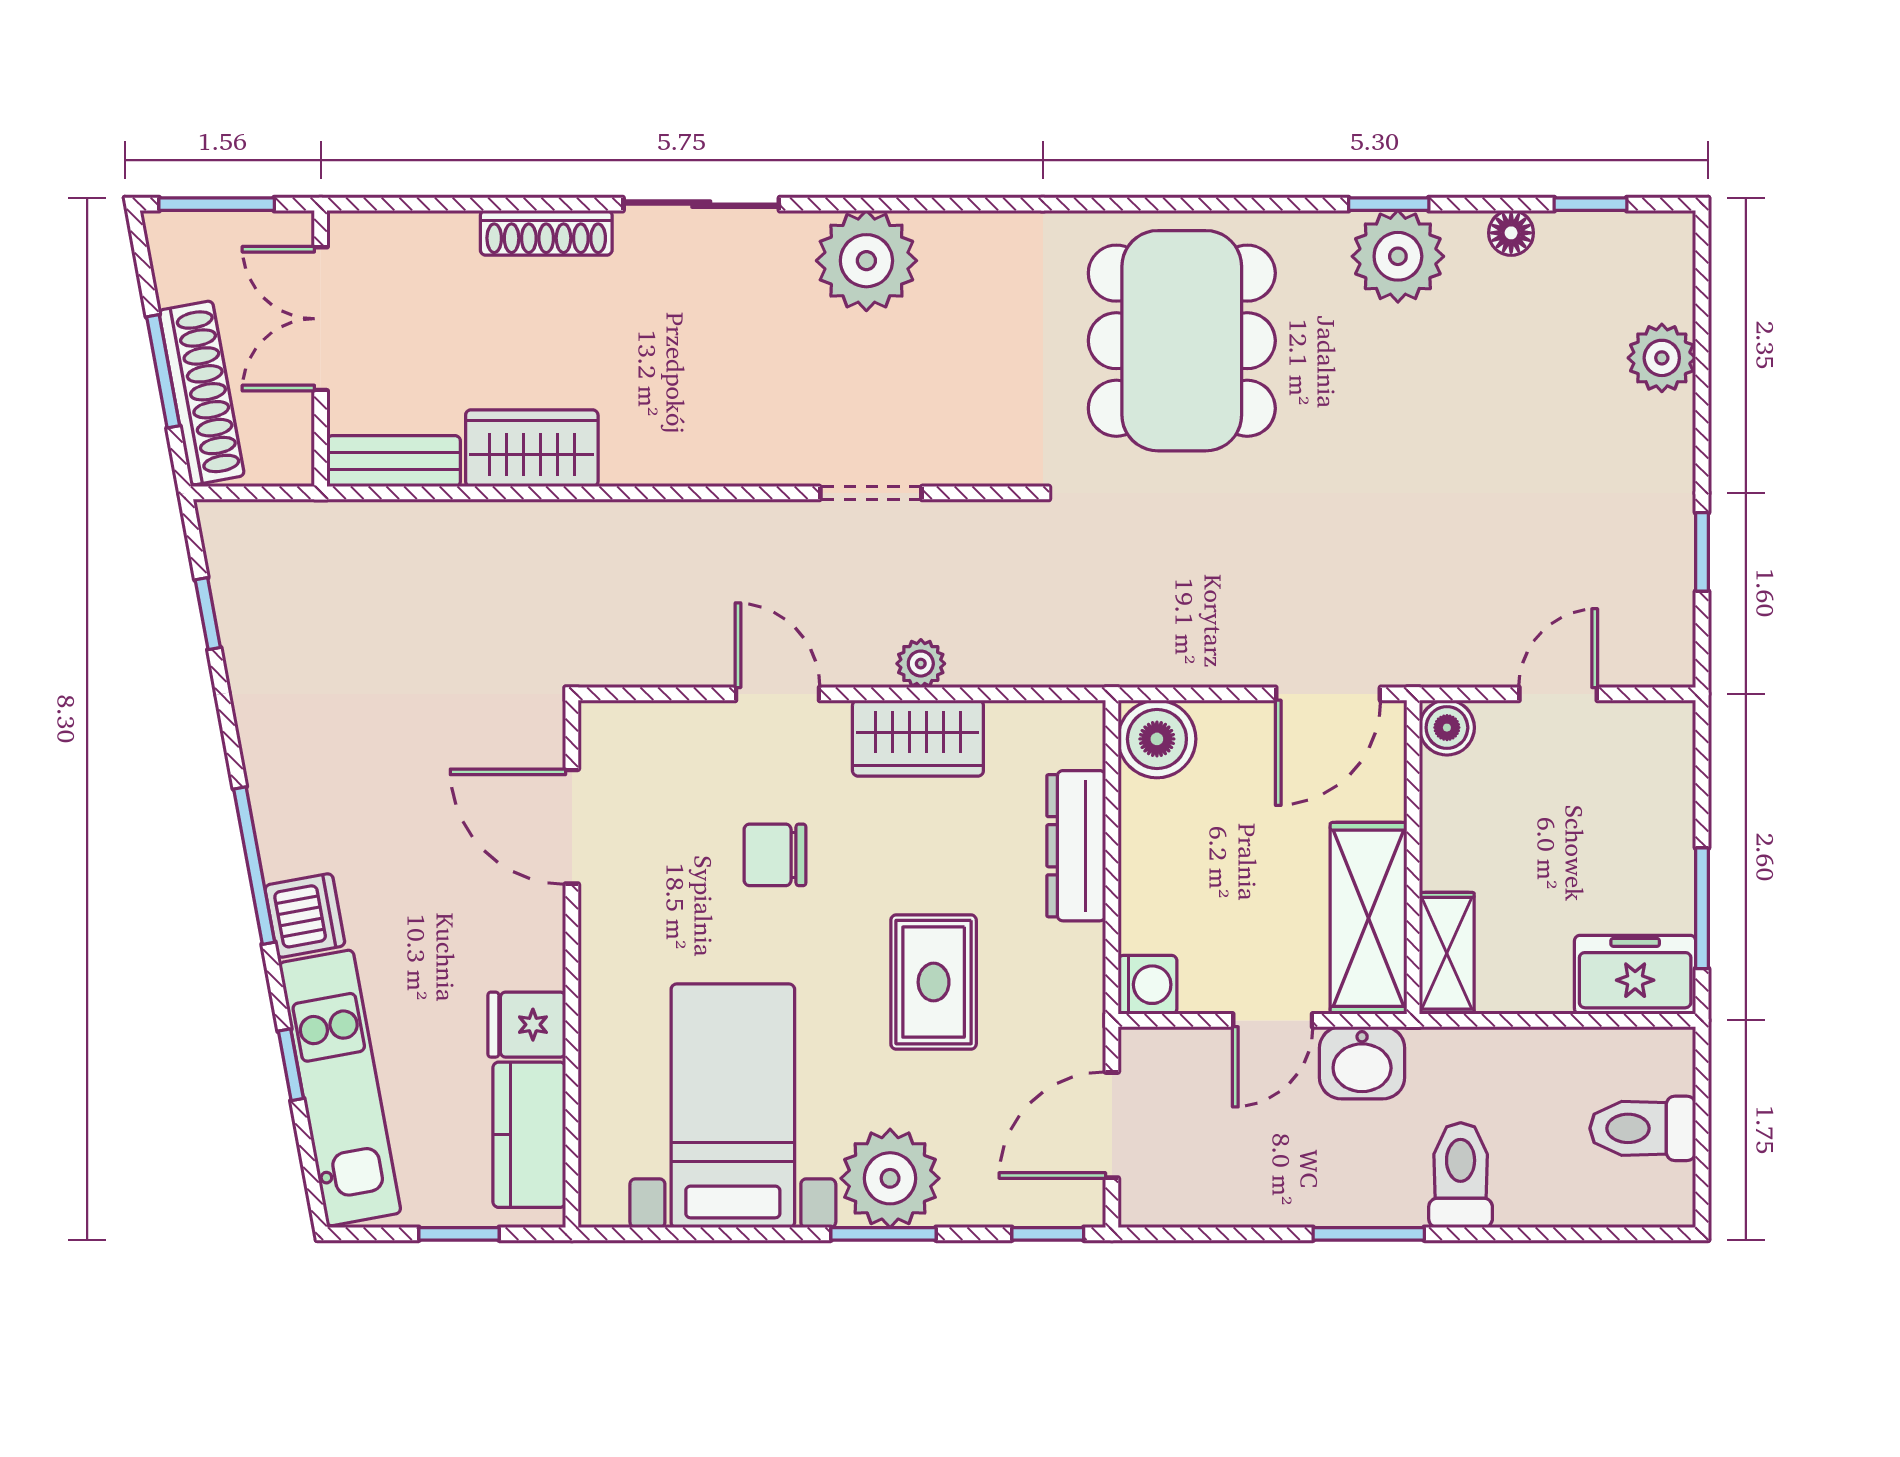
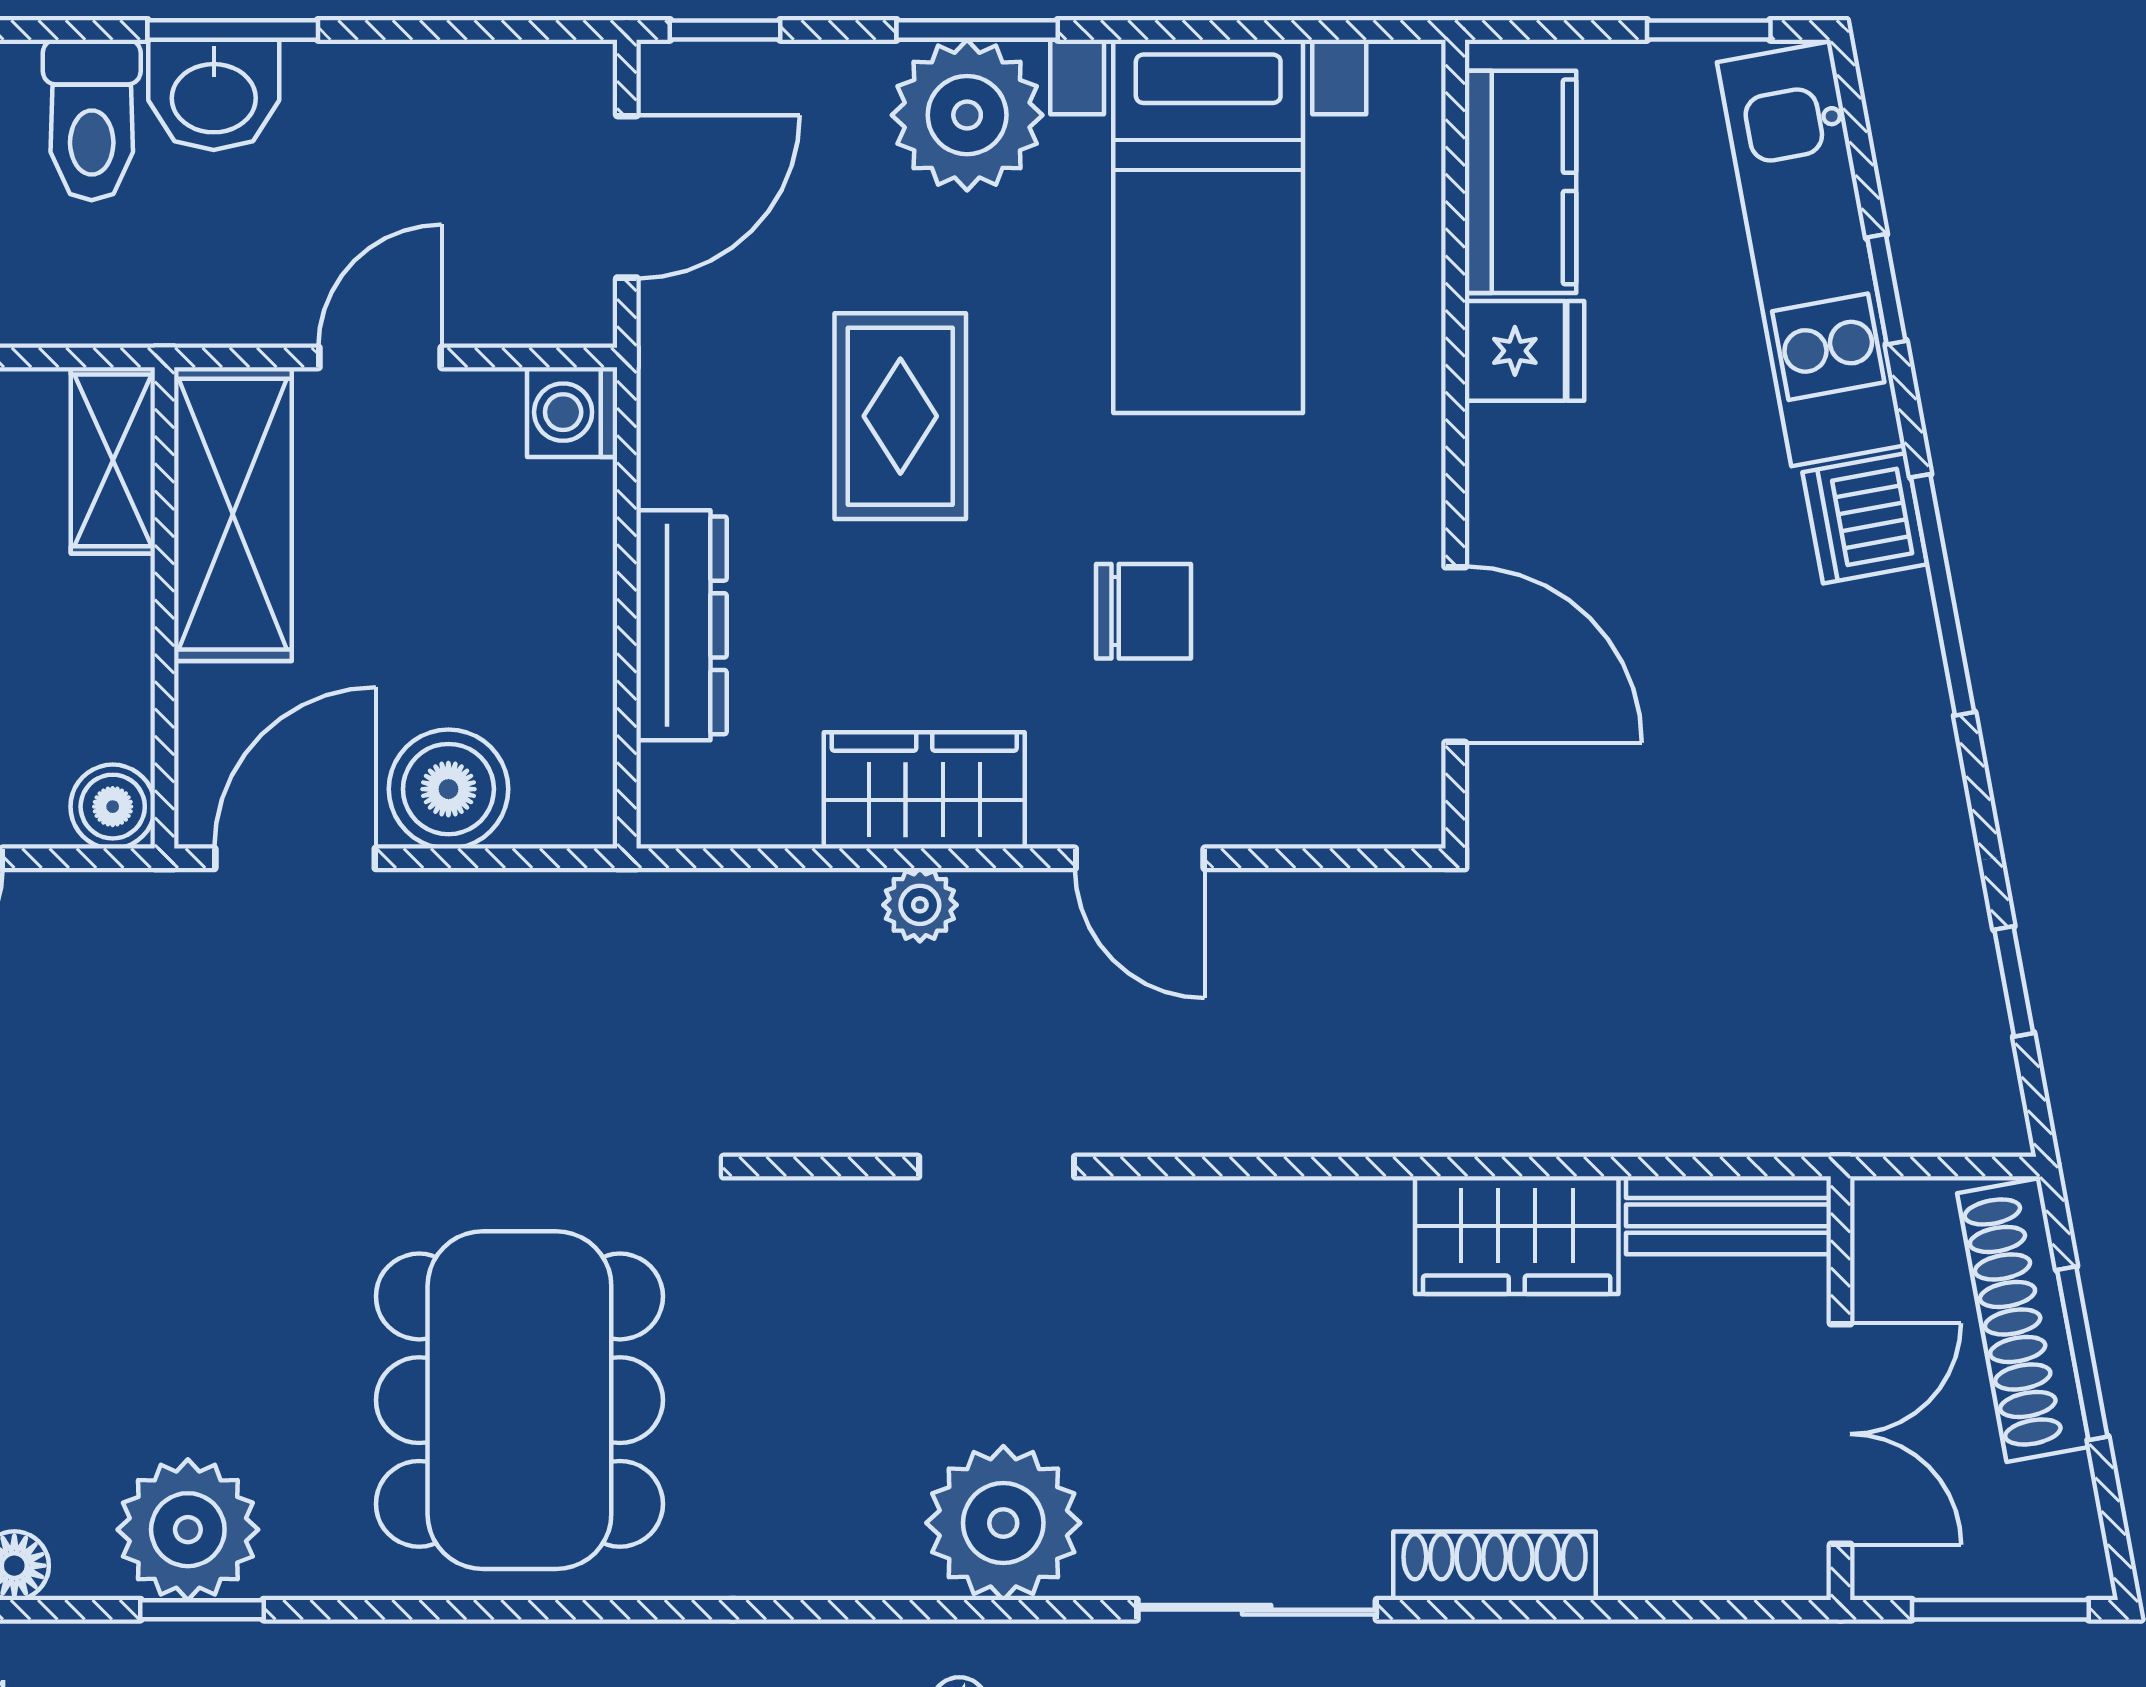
boiler: (1157, 739) -> (448, 789), moved
washbasin: (1362, 1063) -> (214, 95), moved, turned 180
window: (459, 1234) -> (1709, 30), moved

